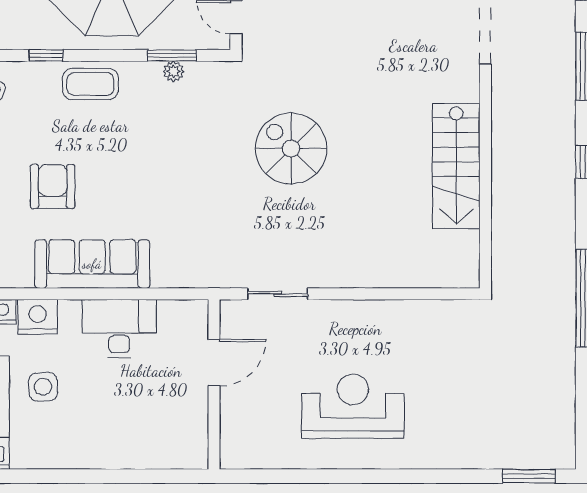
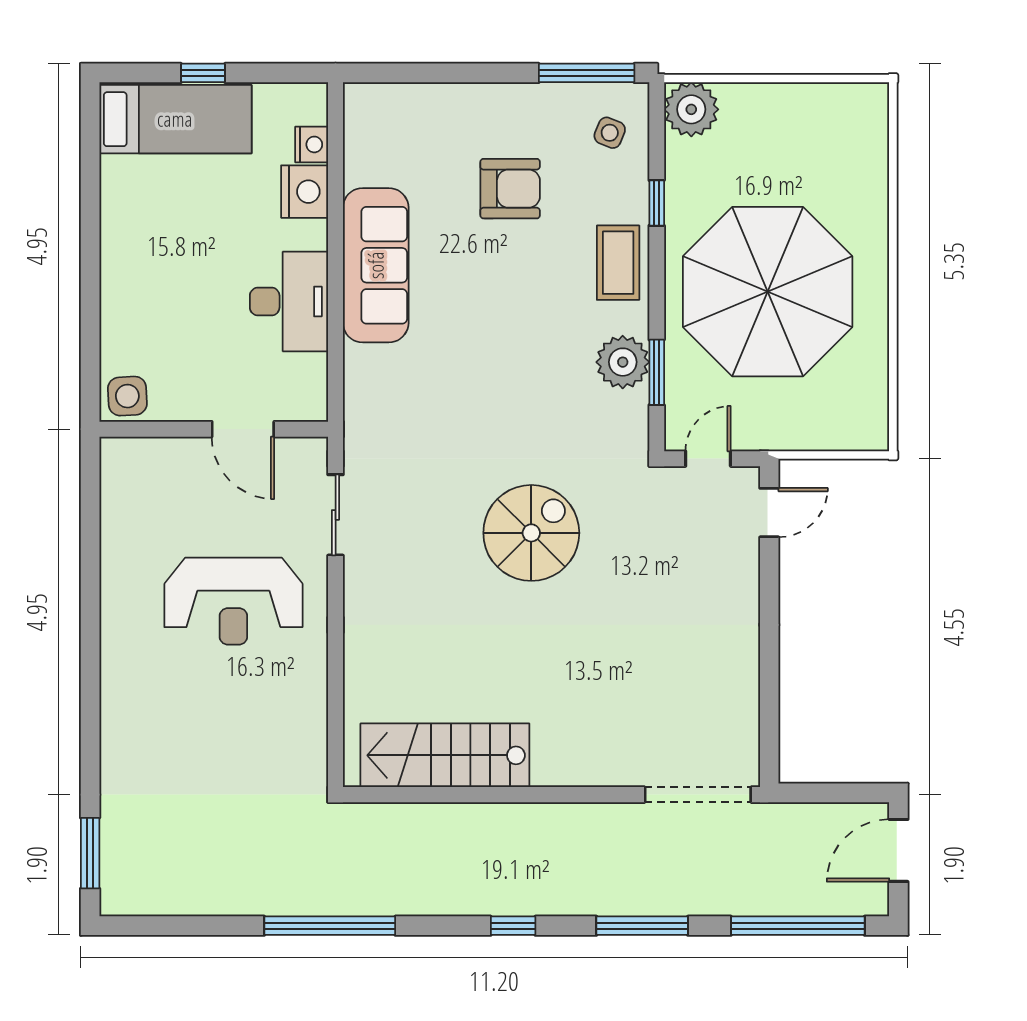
plant: (173, 71) -> (623, 362), width x1.87, depth x1.87
stairs: (456, 166) -> (445, 755), moved
armchair: (53, 186) -> (510, 189), moved
side table: (43, 387) -> (127, 396), moved
reception desk: (353, 406) -> (233, 601), moved, turned 90

